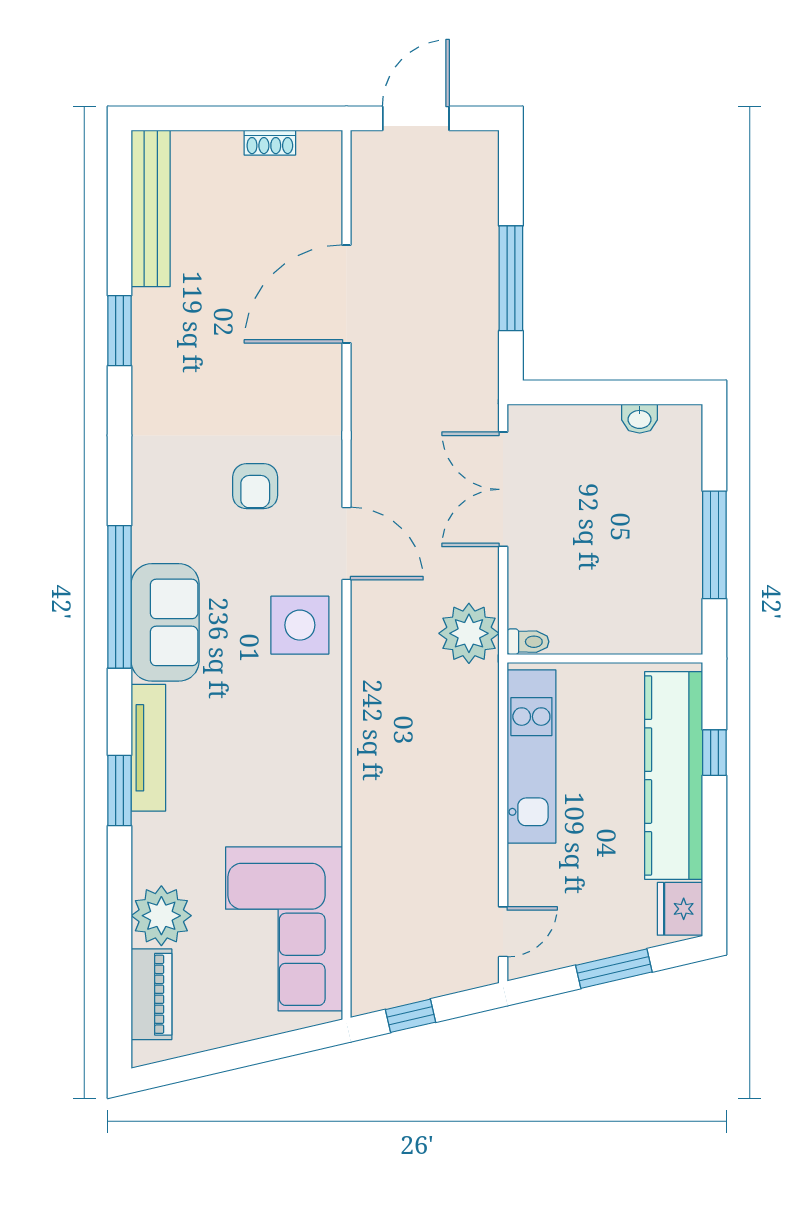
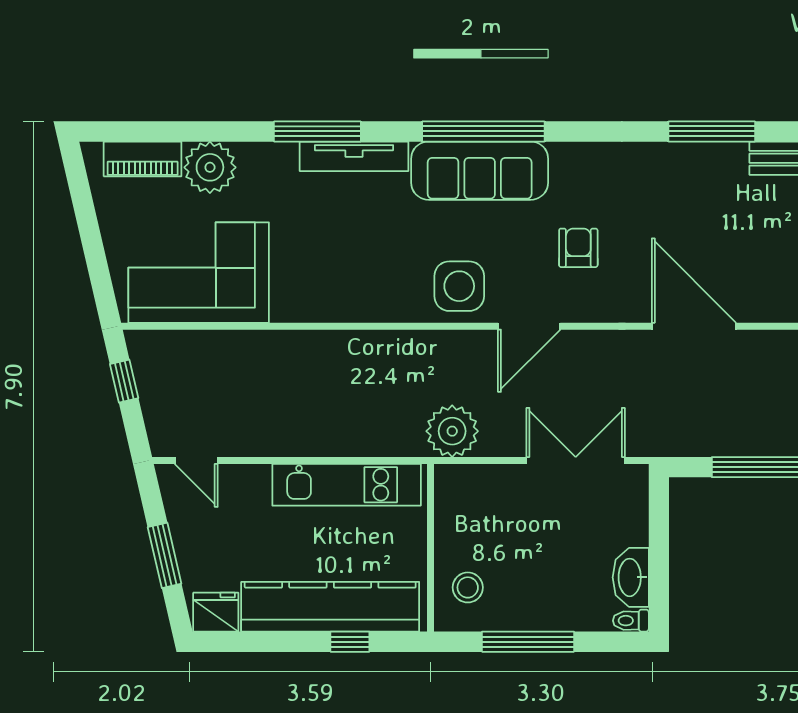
door: (347, 294) -> (694, 326), moved
window: (119, 331) -> (712, 131), width x1.44
washbasin: (640, 419) -> (631, 577), width x1.91, depth x1.45
armchair: (255, 486) -> (578, 248), turned 90
stool: (651, 615) -> (468, 587), added
sofa: (165, 622) -> (480, 171), width x1.36
toilet: (528, 642) -> (631, 621), moved, turned 90
window: (119, 790) -> (317, 131), width x1.44

